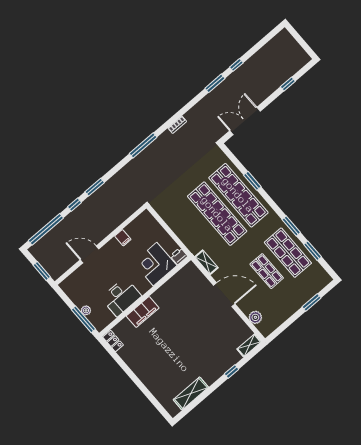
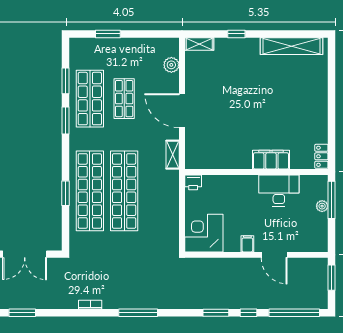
filing cabinet: (123, 238) -> (247, 244), moved
corner desk: (155, 264) -> (204, 233), moved, turned 180
shelving: (191, 394) -> (291, 46), width x1.47

